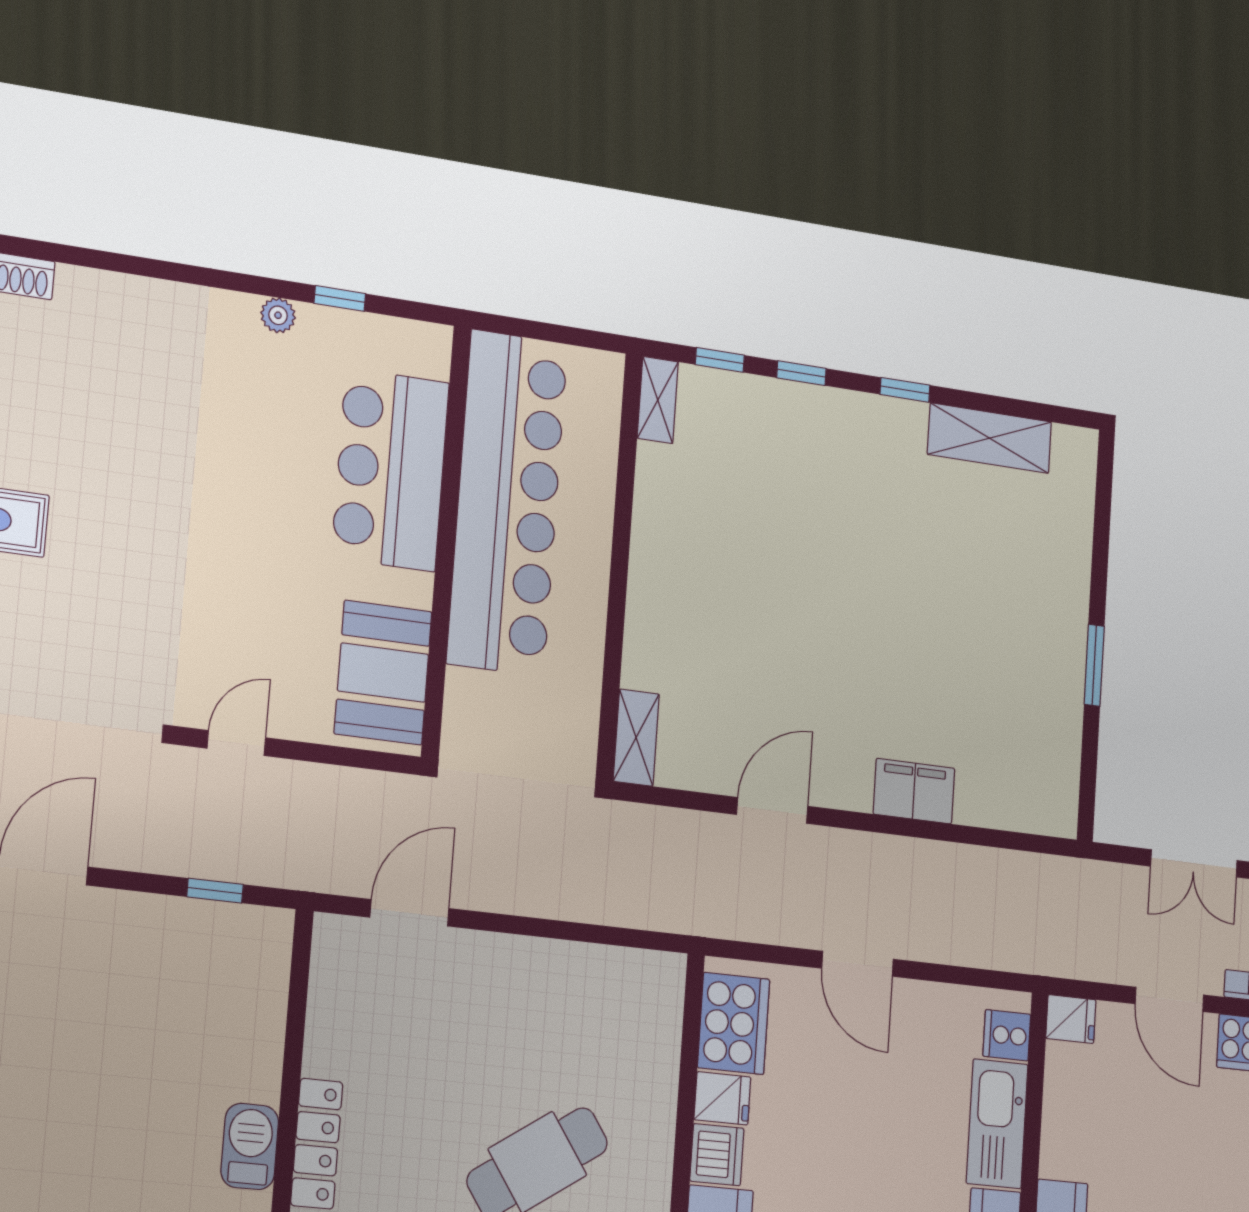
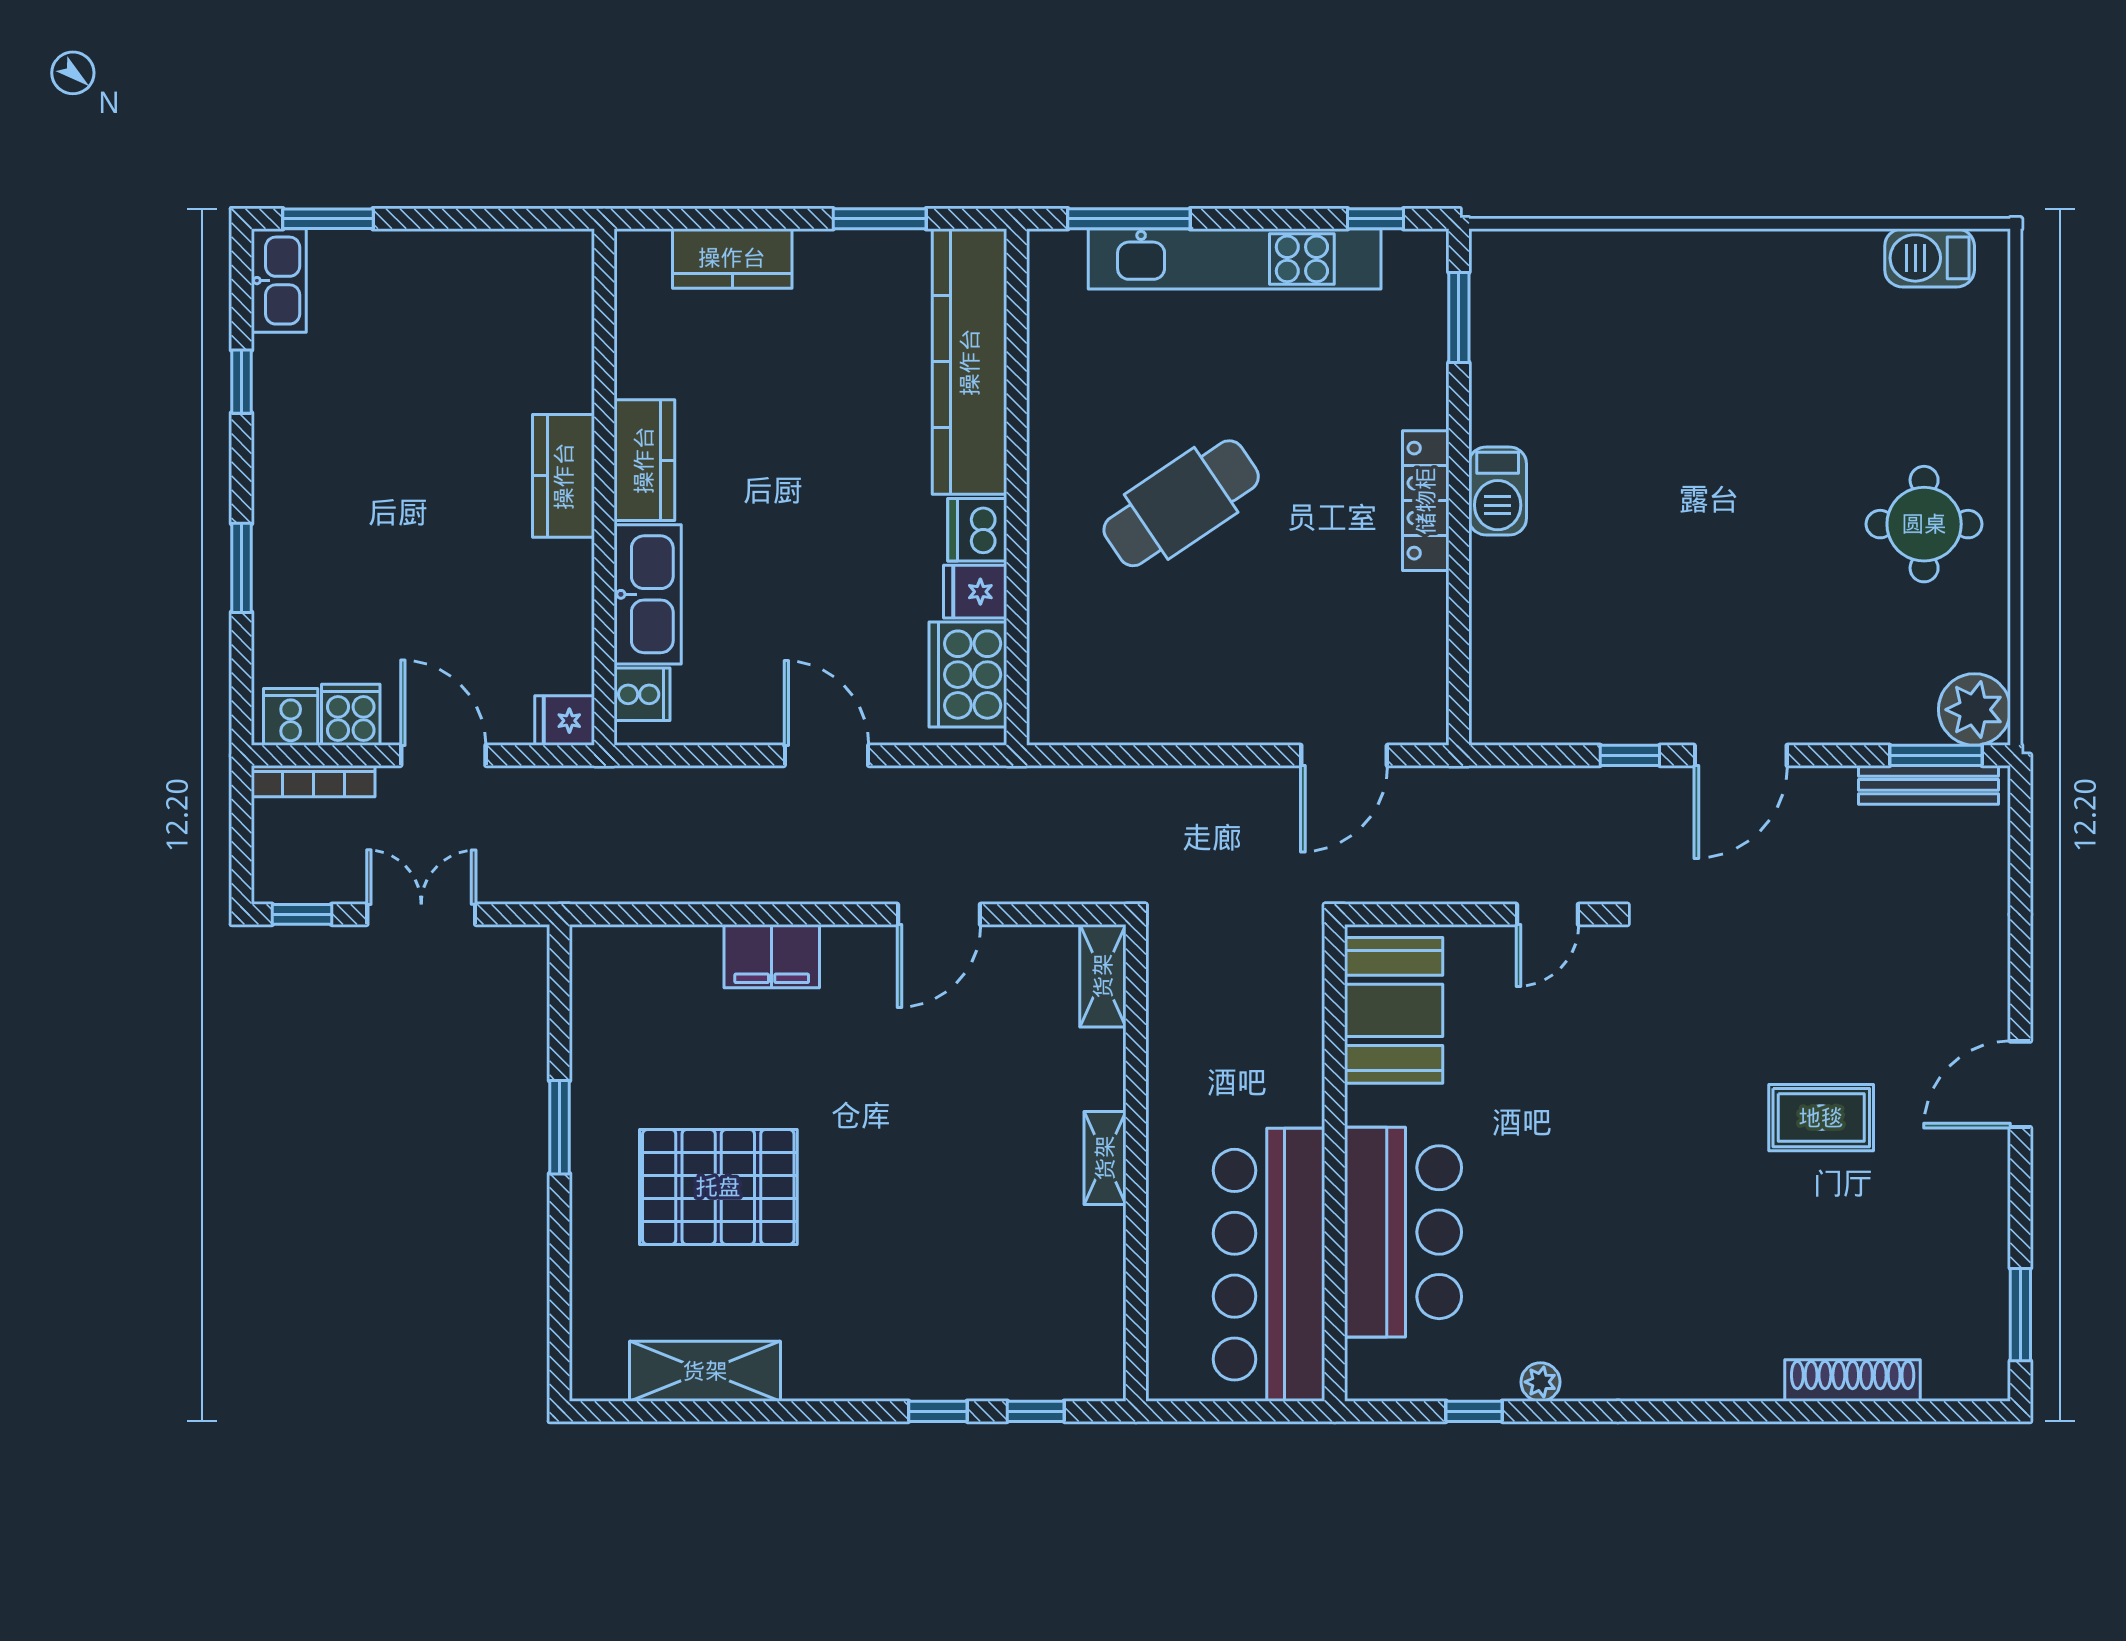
window: (905, 390) -> (812, 1411), removed
shelving: (658, 400) -> (1105, 1158), moved
bar counter: (507, 503) -> (1269, 1265), width x0.73
pallet: (970, 595) -> (718, 1187), added
window: (215, 891) -> (1630, 755), moved

